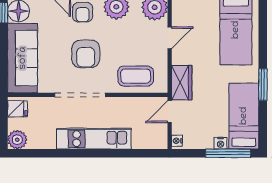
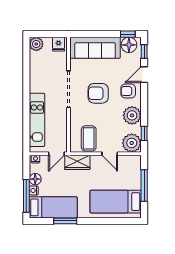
coffee table: (136, 76) -> (89, 138), moved
window: (263, 85) -> (65, 221), moved
door: (170, 112) -> (56, 154), swing flipped
kitchen unit: (94, 139) -> (37, 120), moved
floor lamp: (205, 141) -> (35, 179), added

